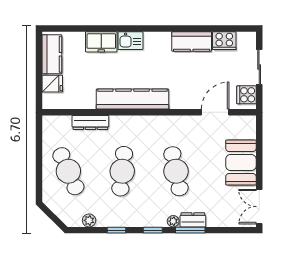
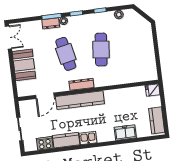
kitchen sink: (130, 41) -> (88, 138), moved
fridge: (52, 84) -> (153, 90), moved
cooker: (246, 95) -> (26, 110), removed
kitchen counter: (133, 99) -> (80, 100), moved
dresser: (90, 123) -> (81, 84), moved
cafe table: (68, 171) -> (136, 45), removed

